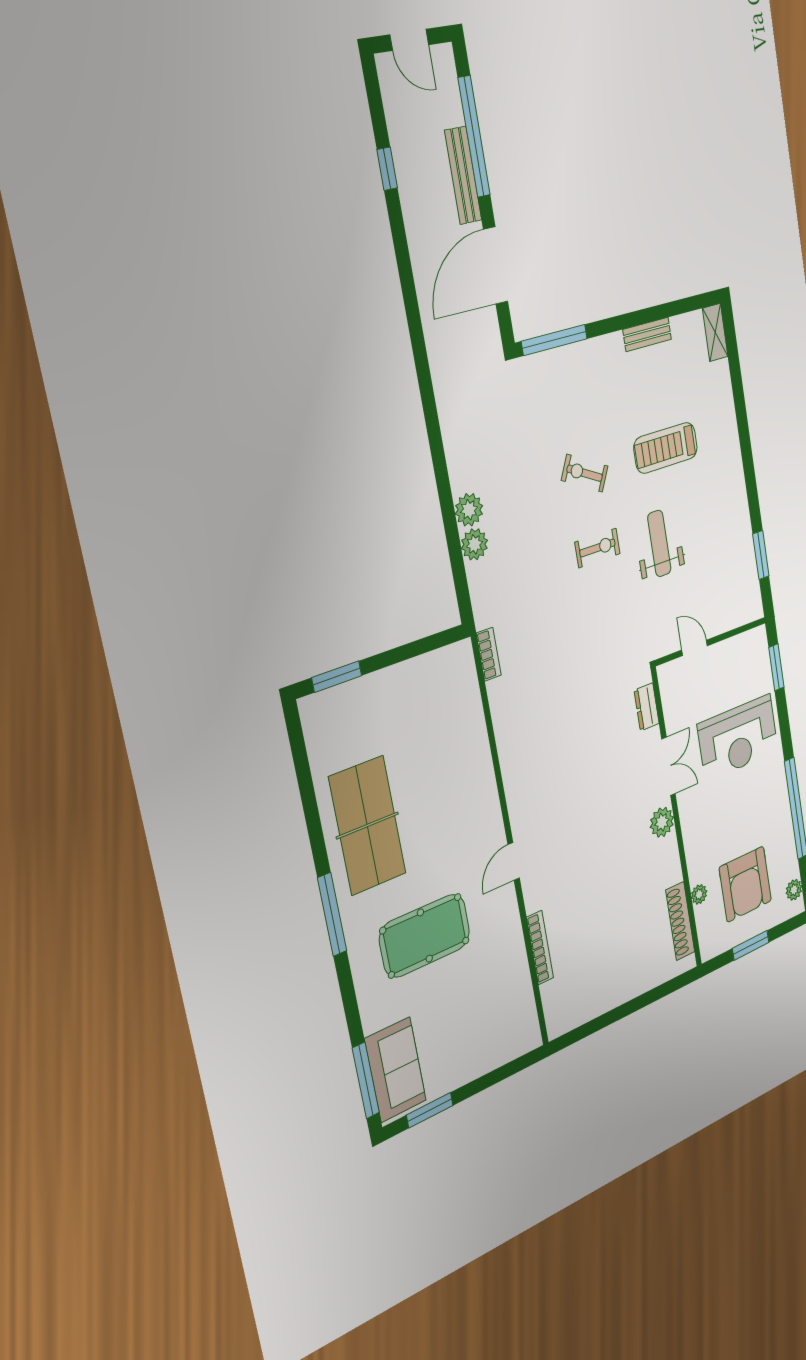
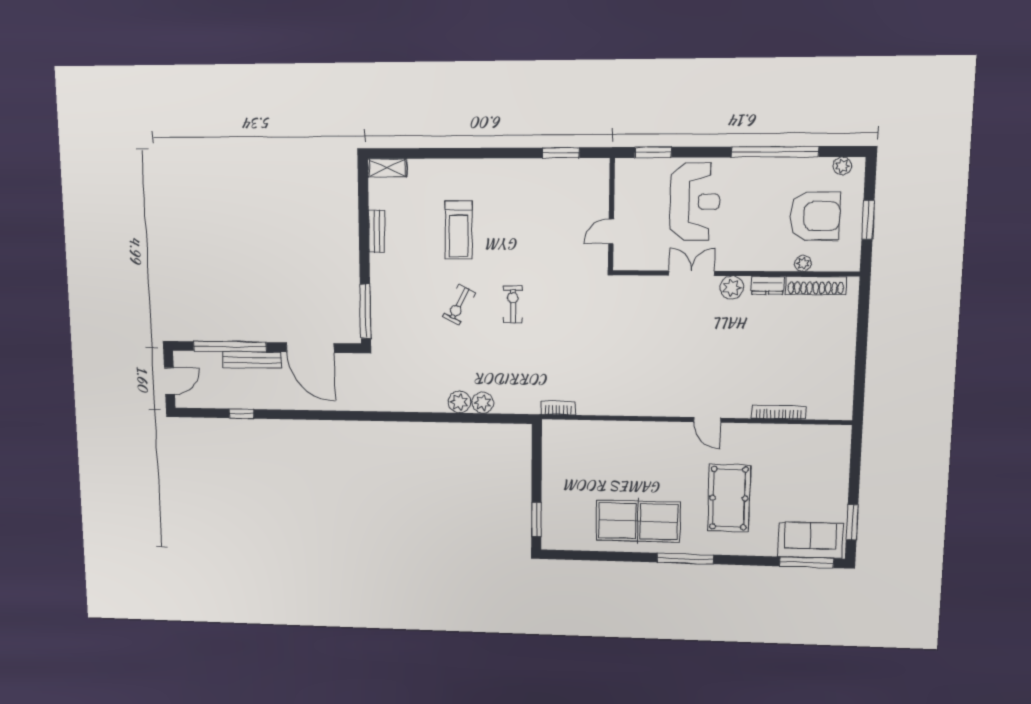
weight bench: (659, 543) -> (525, 249), removed
dresser: (647, 707) -> (767, 285), moved

